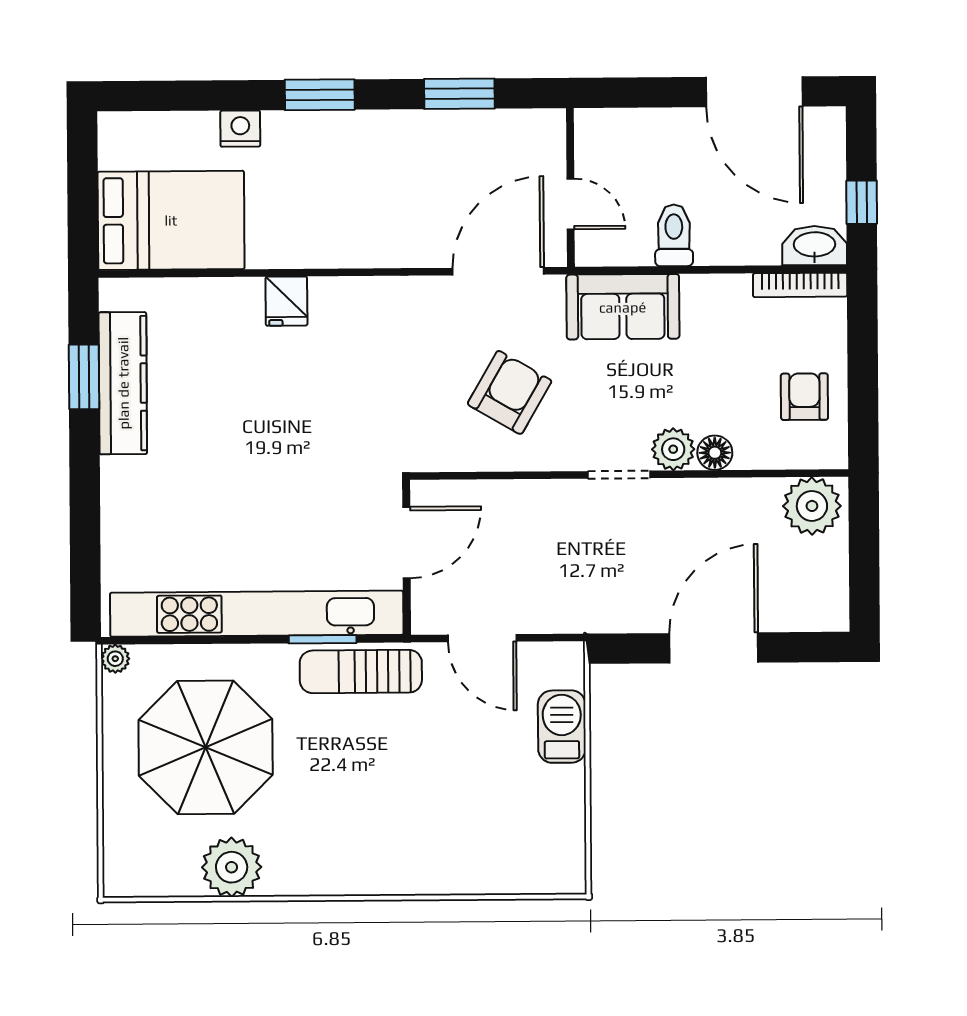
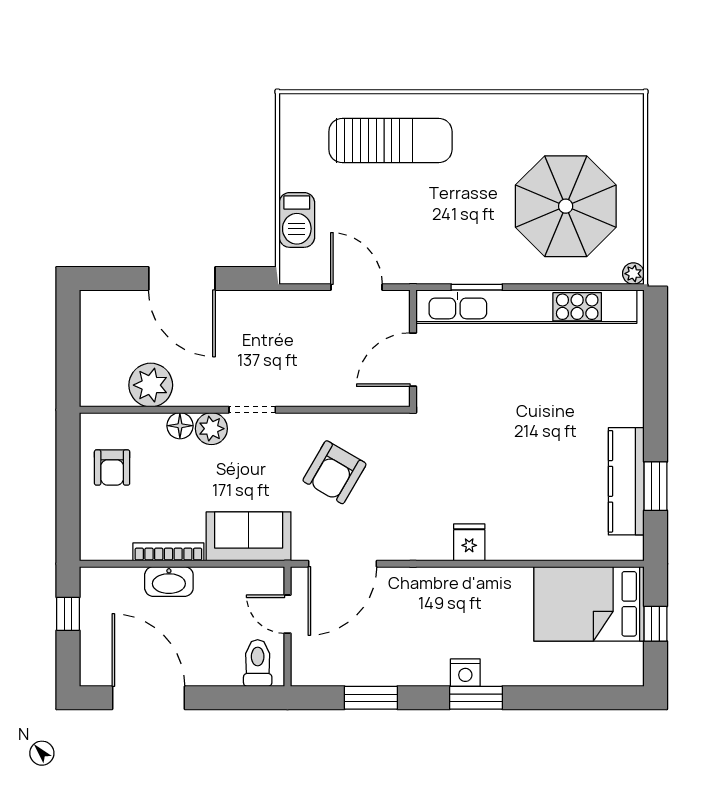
nightstand: (240, 129) -> (465, 673), moved
window: (83, 195) -> (655, 624), added
toilet: (674, 235) -> (258, 663), moved, turned 180
washbasin: (815, 246) -> (169, 581), moved
bookcase: (800, 285) -> (168, 552), moved
fridge: (286, 301) -> (469, 542), moved
plant: (812, 506) -> (151, 385), moved
door: (714, 648) -> (182, 279), hinge flipped
sun lounger: (361, 672) -> (390, 140), moved, width x1.36, depth x1.34
plant: (232, 867) -> (547, 116), removed

